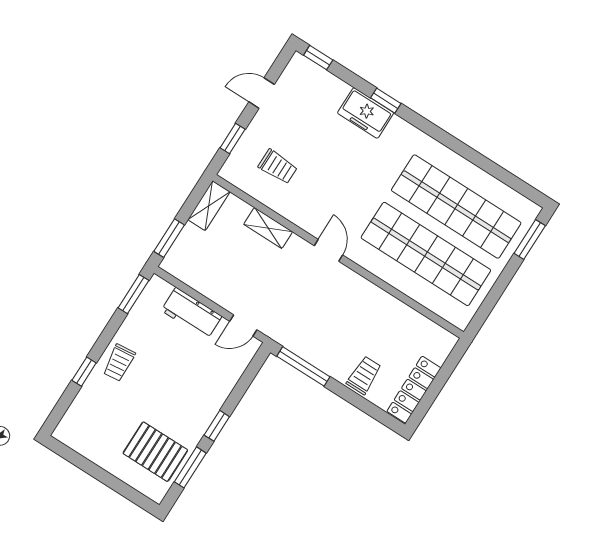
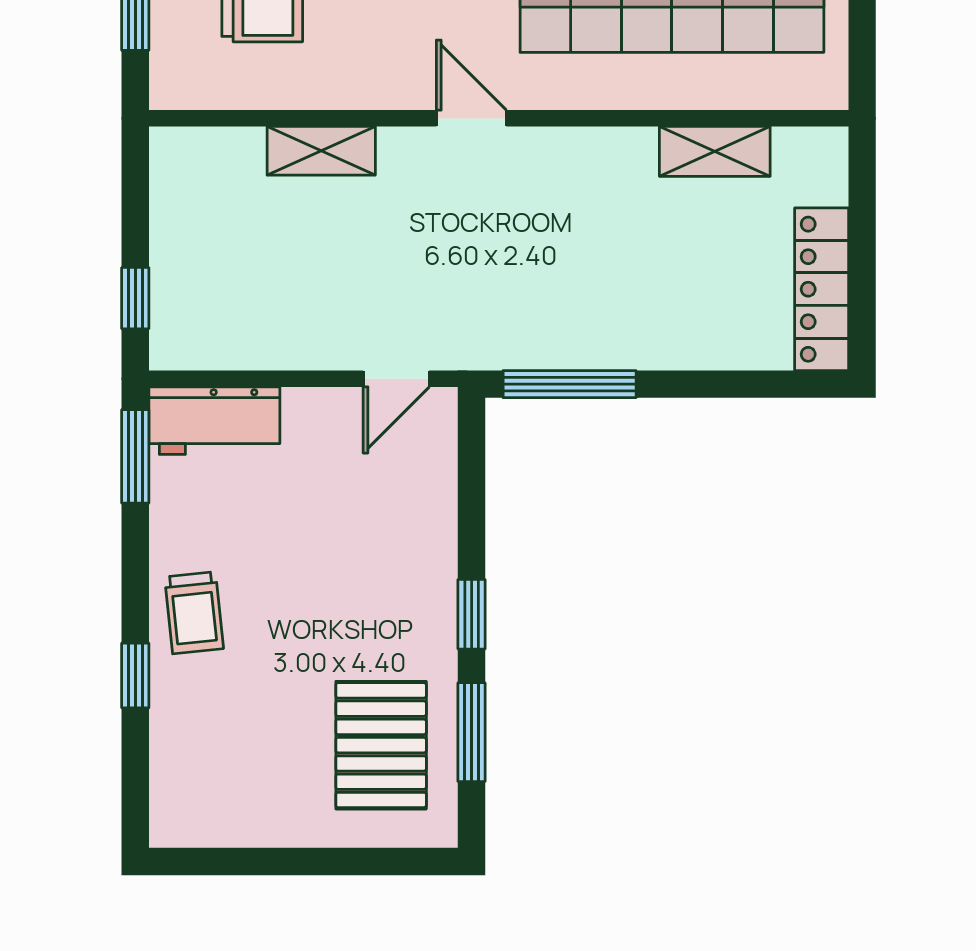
shelving: (209, 206) -> (715, 151), moved, turned 90
window: (169, 238) -> (135, 298), width x0.67
workbench: (192, 313) -> (214, 421), moved
trolley: (364, 375) -> (703, 324), removed
pallet: (155, 452) -> (381, 745), turned 90

